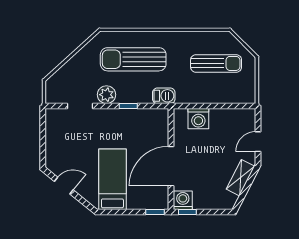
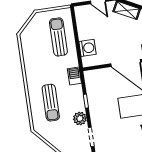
sun lounger: (133, 59) -> (51, 103), width x0.73, depth x0.75
sun lounger: (216, 63) -> (58, 37), moved

